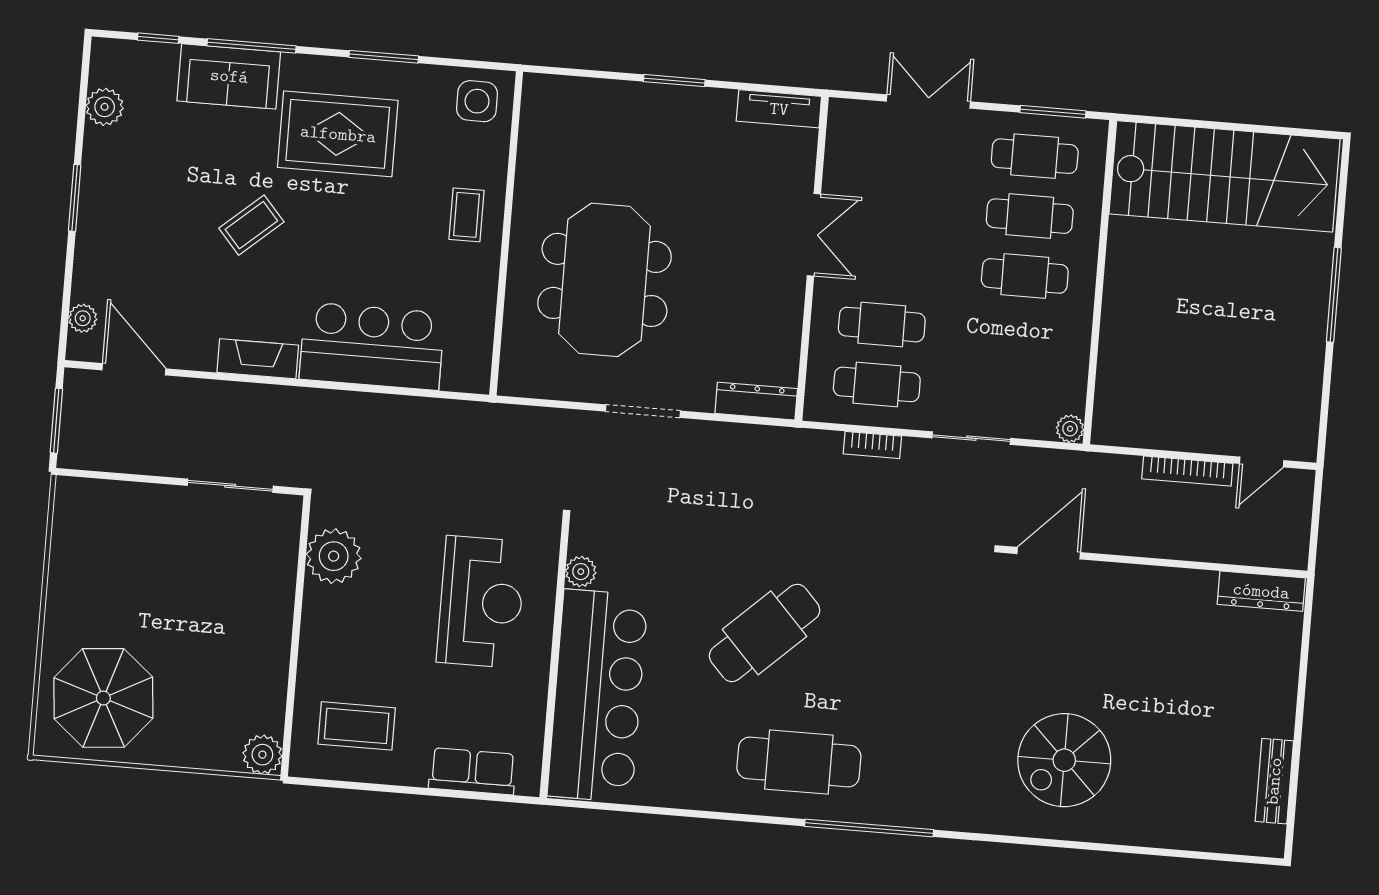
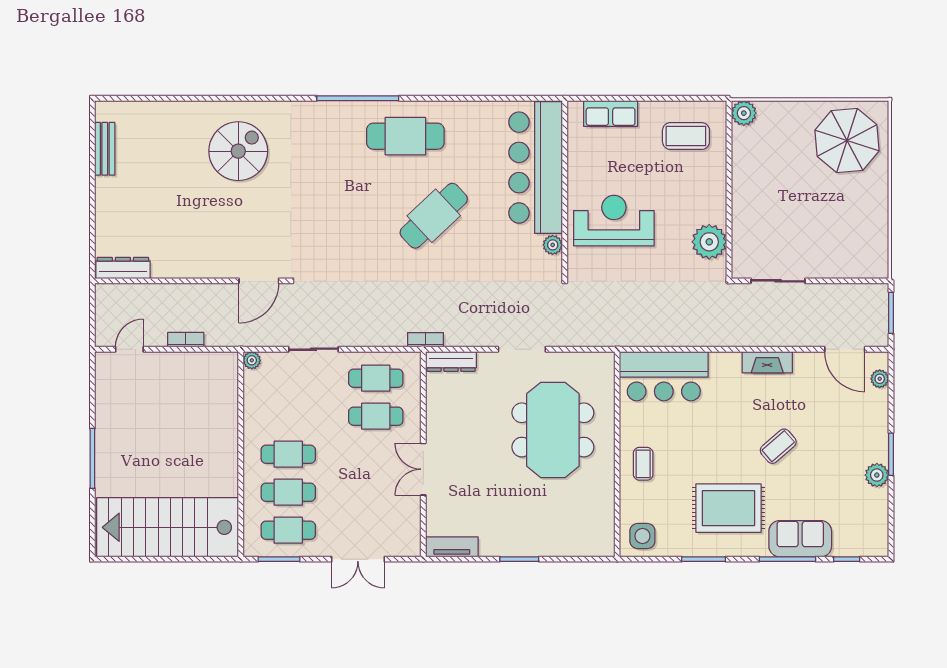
plant: (105, 107) -> (877, 475), moved
bar counter: (372, 346) -> (664, 376), moved
bookcase: (872, 445) -> (425, 340), moved
bookcase: (1187, 471) -> (186, 340), width x0.64
reception desk: (481, 602) -> (614, 221), turned 90

